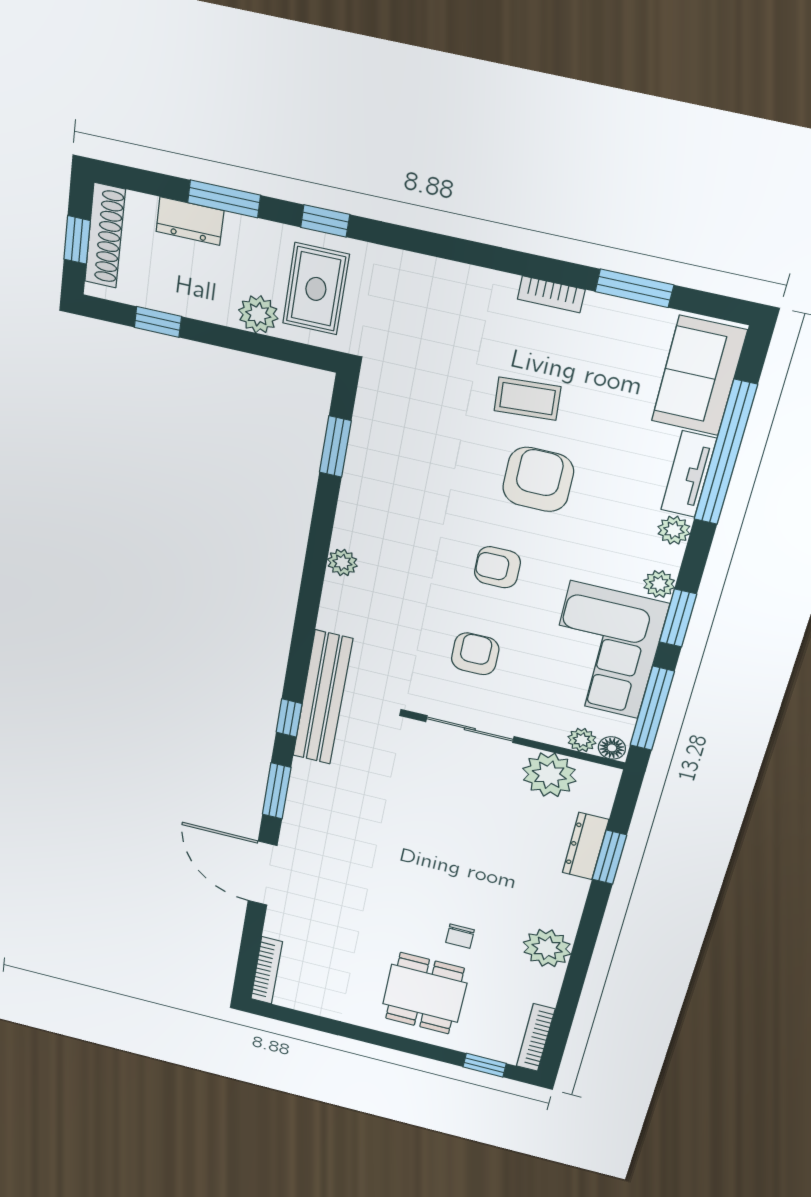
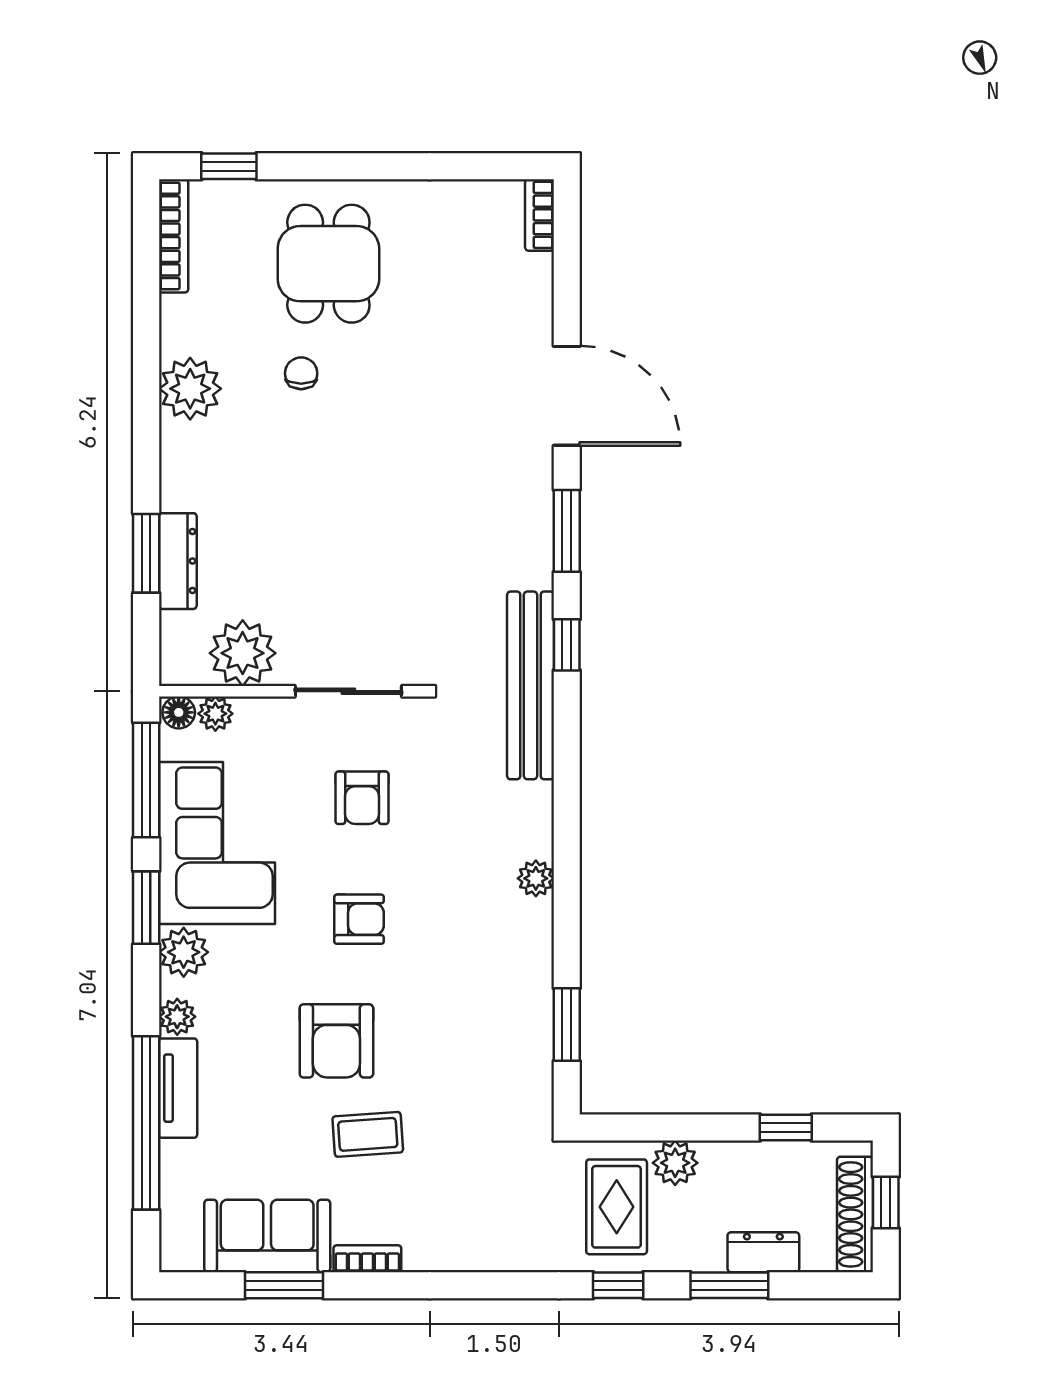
sofa: (699, 376) -> (267, 1236), moved, turned -90
plant: (659, 584) -> (184, 952), width x1.38, depth x1.38
bookcase: (267, 970) -> (540, 215), width x0.64

